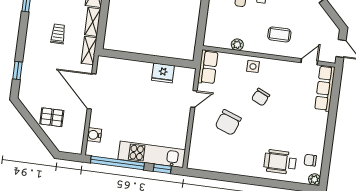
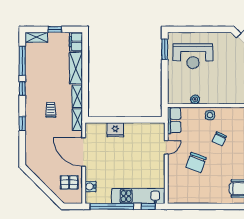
coffee table: (279, 34) -> (228, 87), removed
window: (17, 70) -> (22, 124), moved
fridge: (163, 73) -> (115, 130), moved
pallet: (52, 117) -> (69, 182), moved

